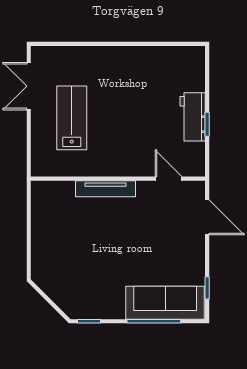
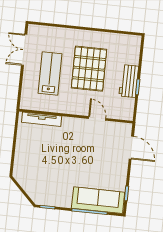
pallet: (130, 104) -> (89, 69), added
door: (169, 179) -> (97, 118), moved
tv unit: (105, 189) -> (42, 119), moved

